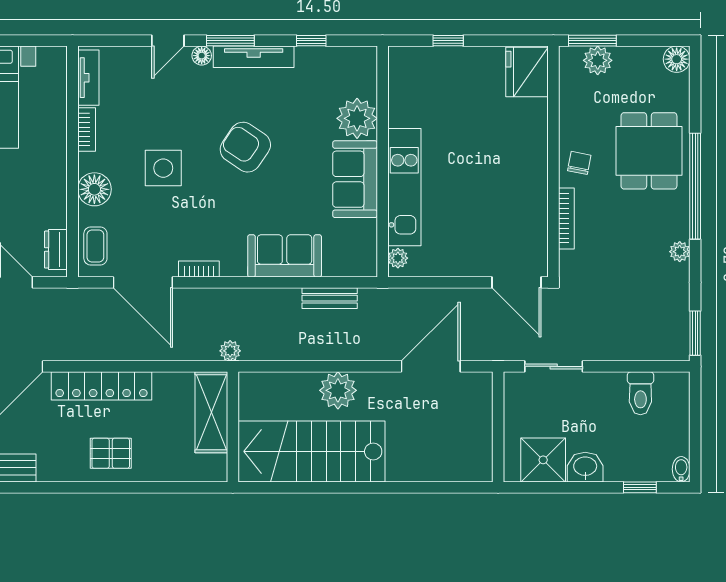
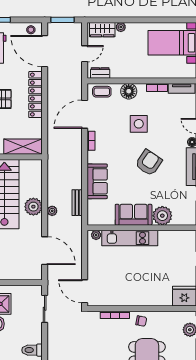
door: (517, 282) -> (85, 291), hinge flipped
plant: (230, 351) -> (52, 211), moved

